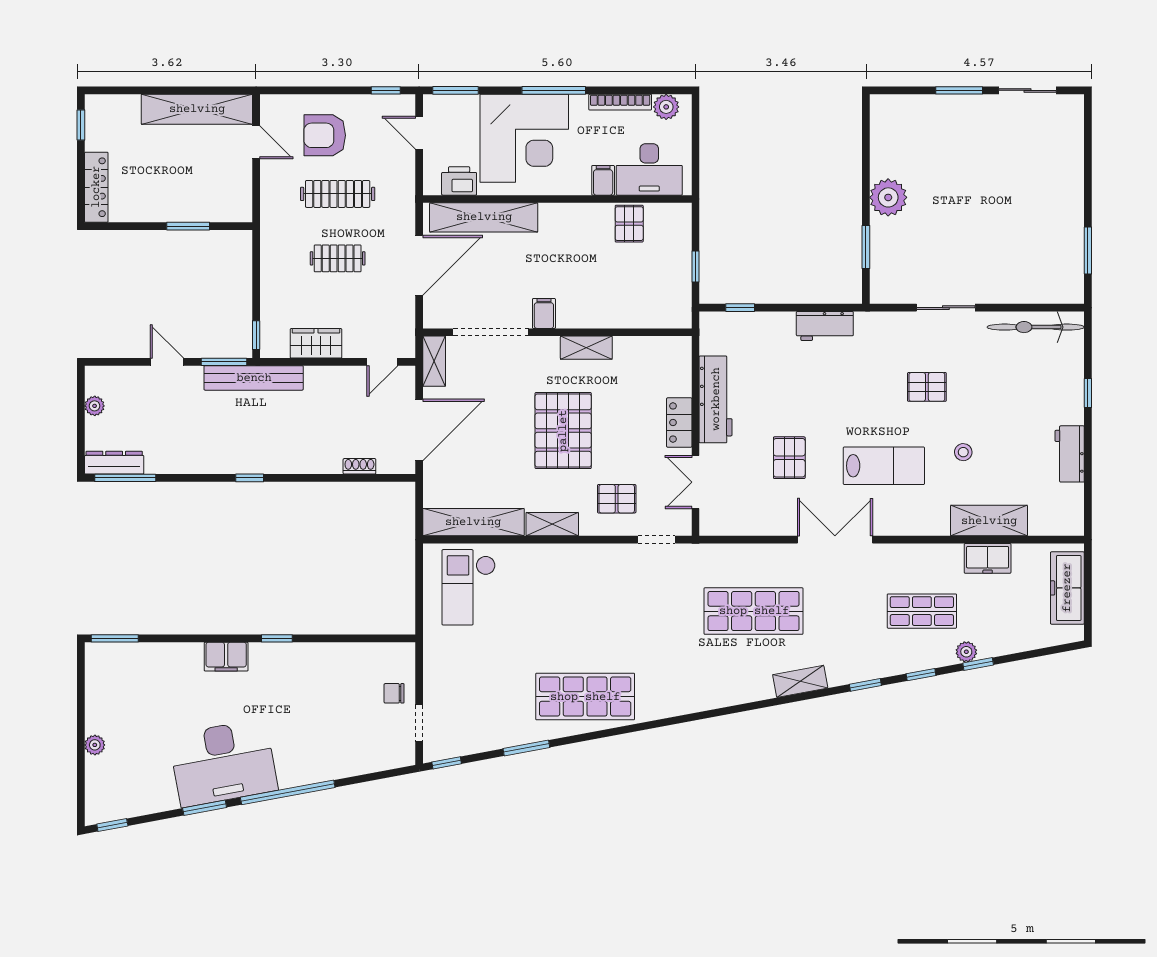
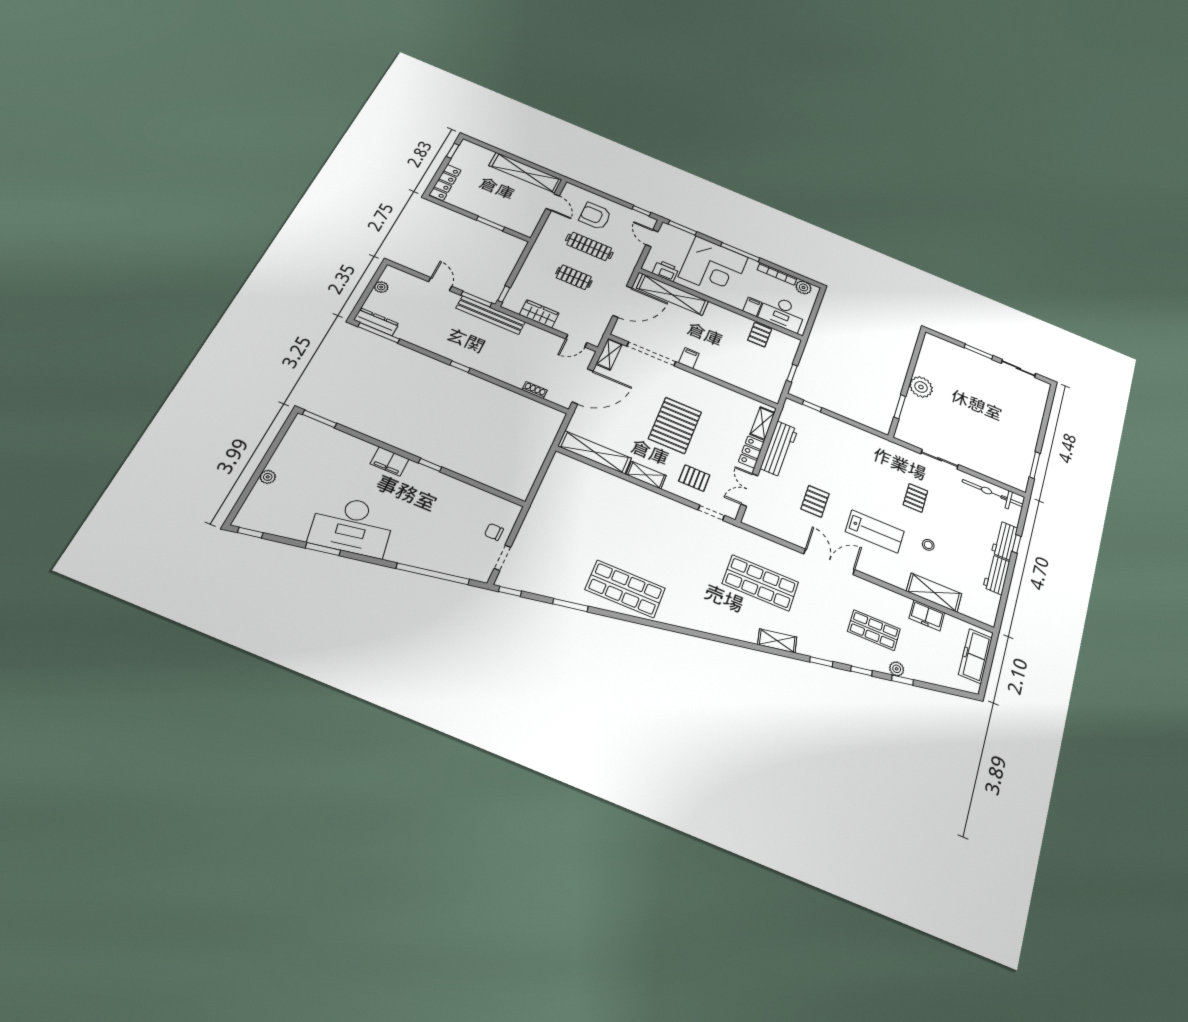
workbench: (825, 326) -> (1005, 540), moved, turned 90
shelving: (586, 348) -> (763, 423), moved, turned 90
pallet: (927, 387) -> (915, 498), turned 90
checkout: (469, 587) -> (574, 489), removed
window: (288, 792) -> (433, 574), moved

